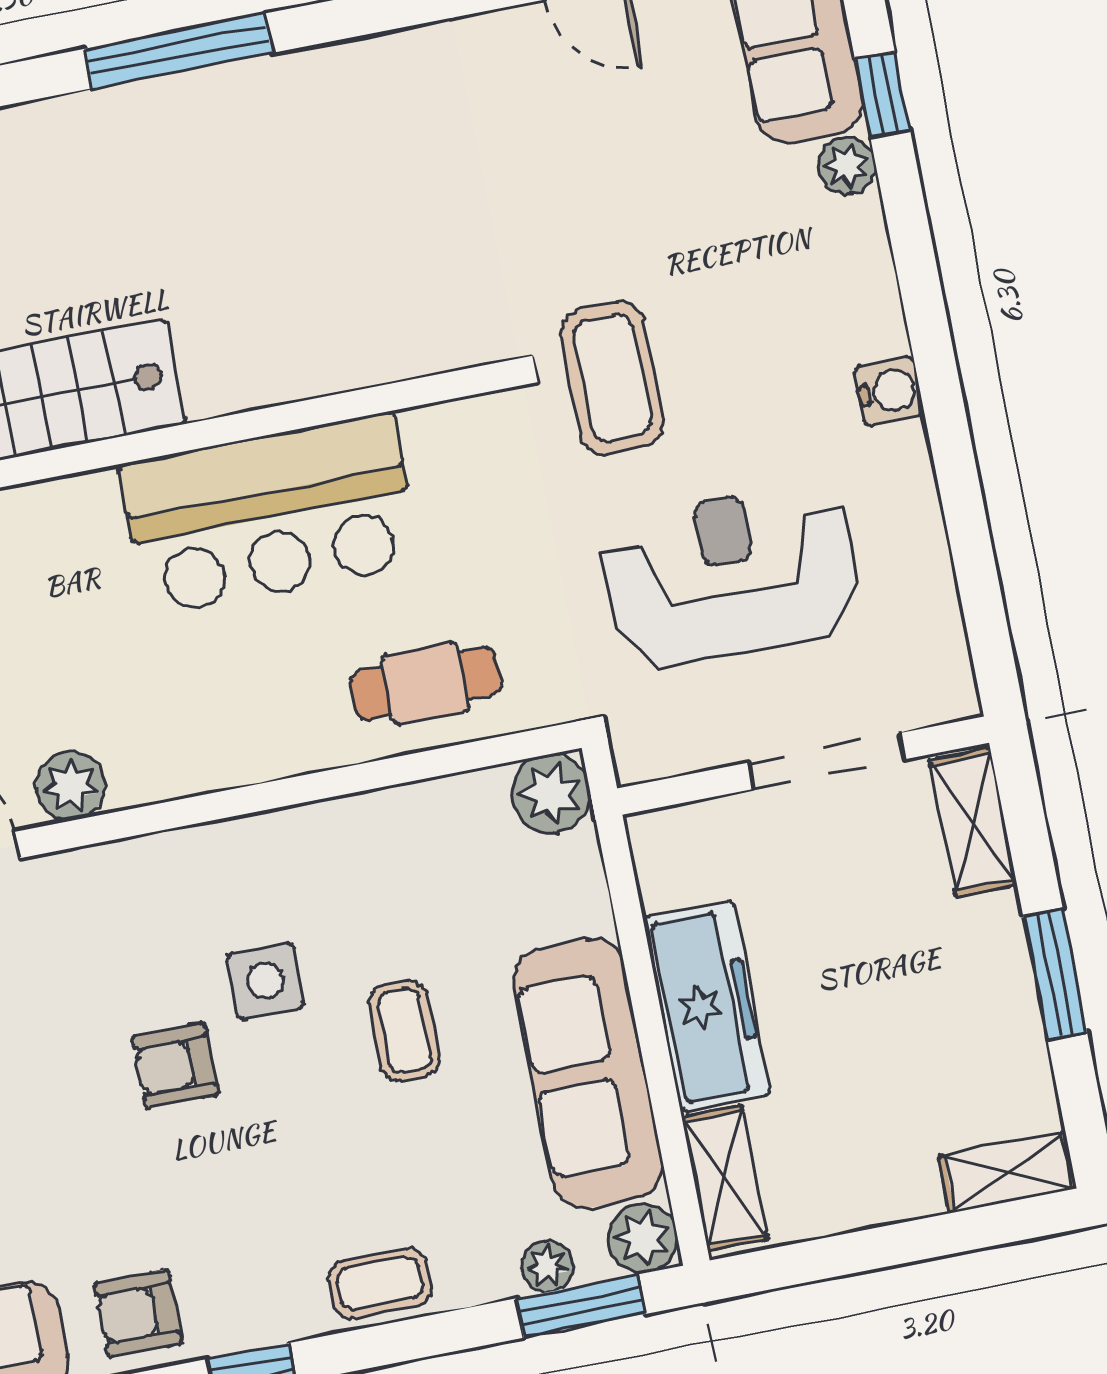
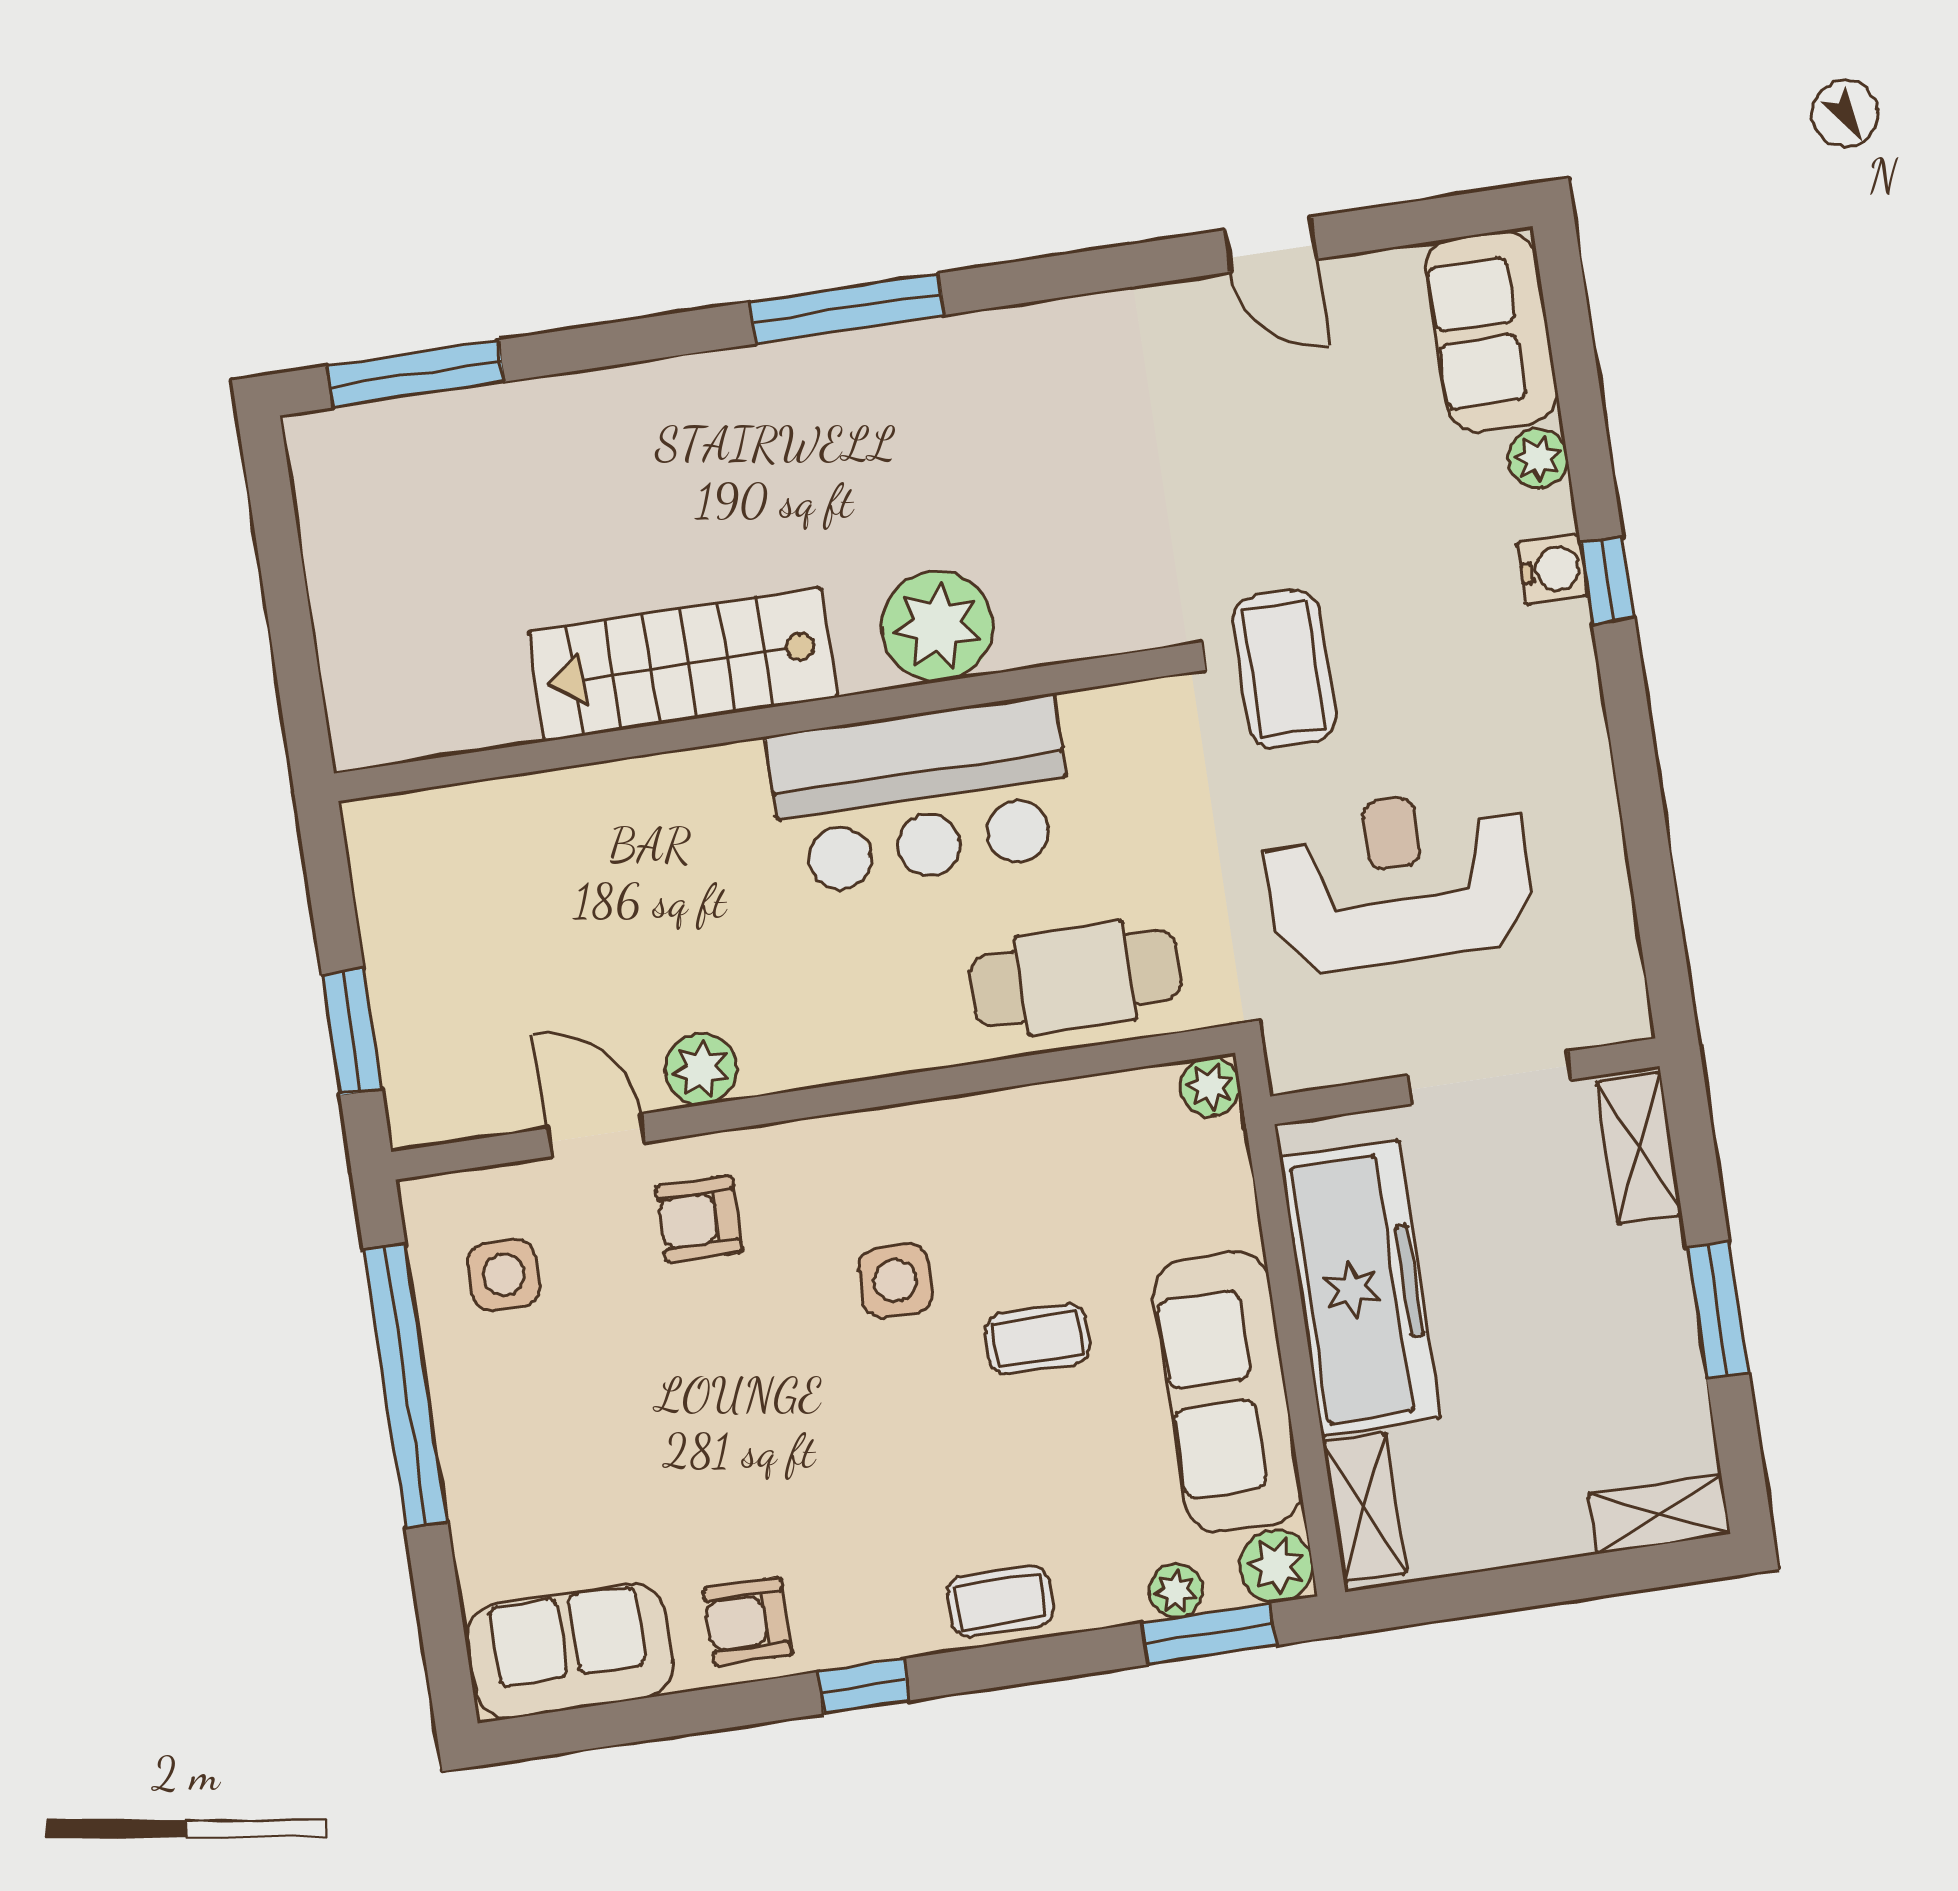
window: (882, 94) -> (1607, 580), moved
plant: (279, 351) -> (938, 626), added
water cooler: (890, 391) -> (1553, 569), moved
cafe table: (425, 683) -> (1075, 978), width x1.37, depth x1.35
plant: (551, 794) -> (1210, 1087), width x0.73, depth x0.73
freezer: (707, 1006) -> (1360, 1288), width x1.36, depth x1.26
coffee table: (404, 1031) -> (1037, 1339), turned 90
armchair: (175, 1066) -> (699, 1219), moved

